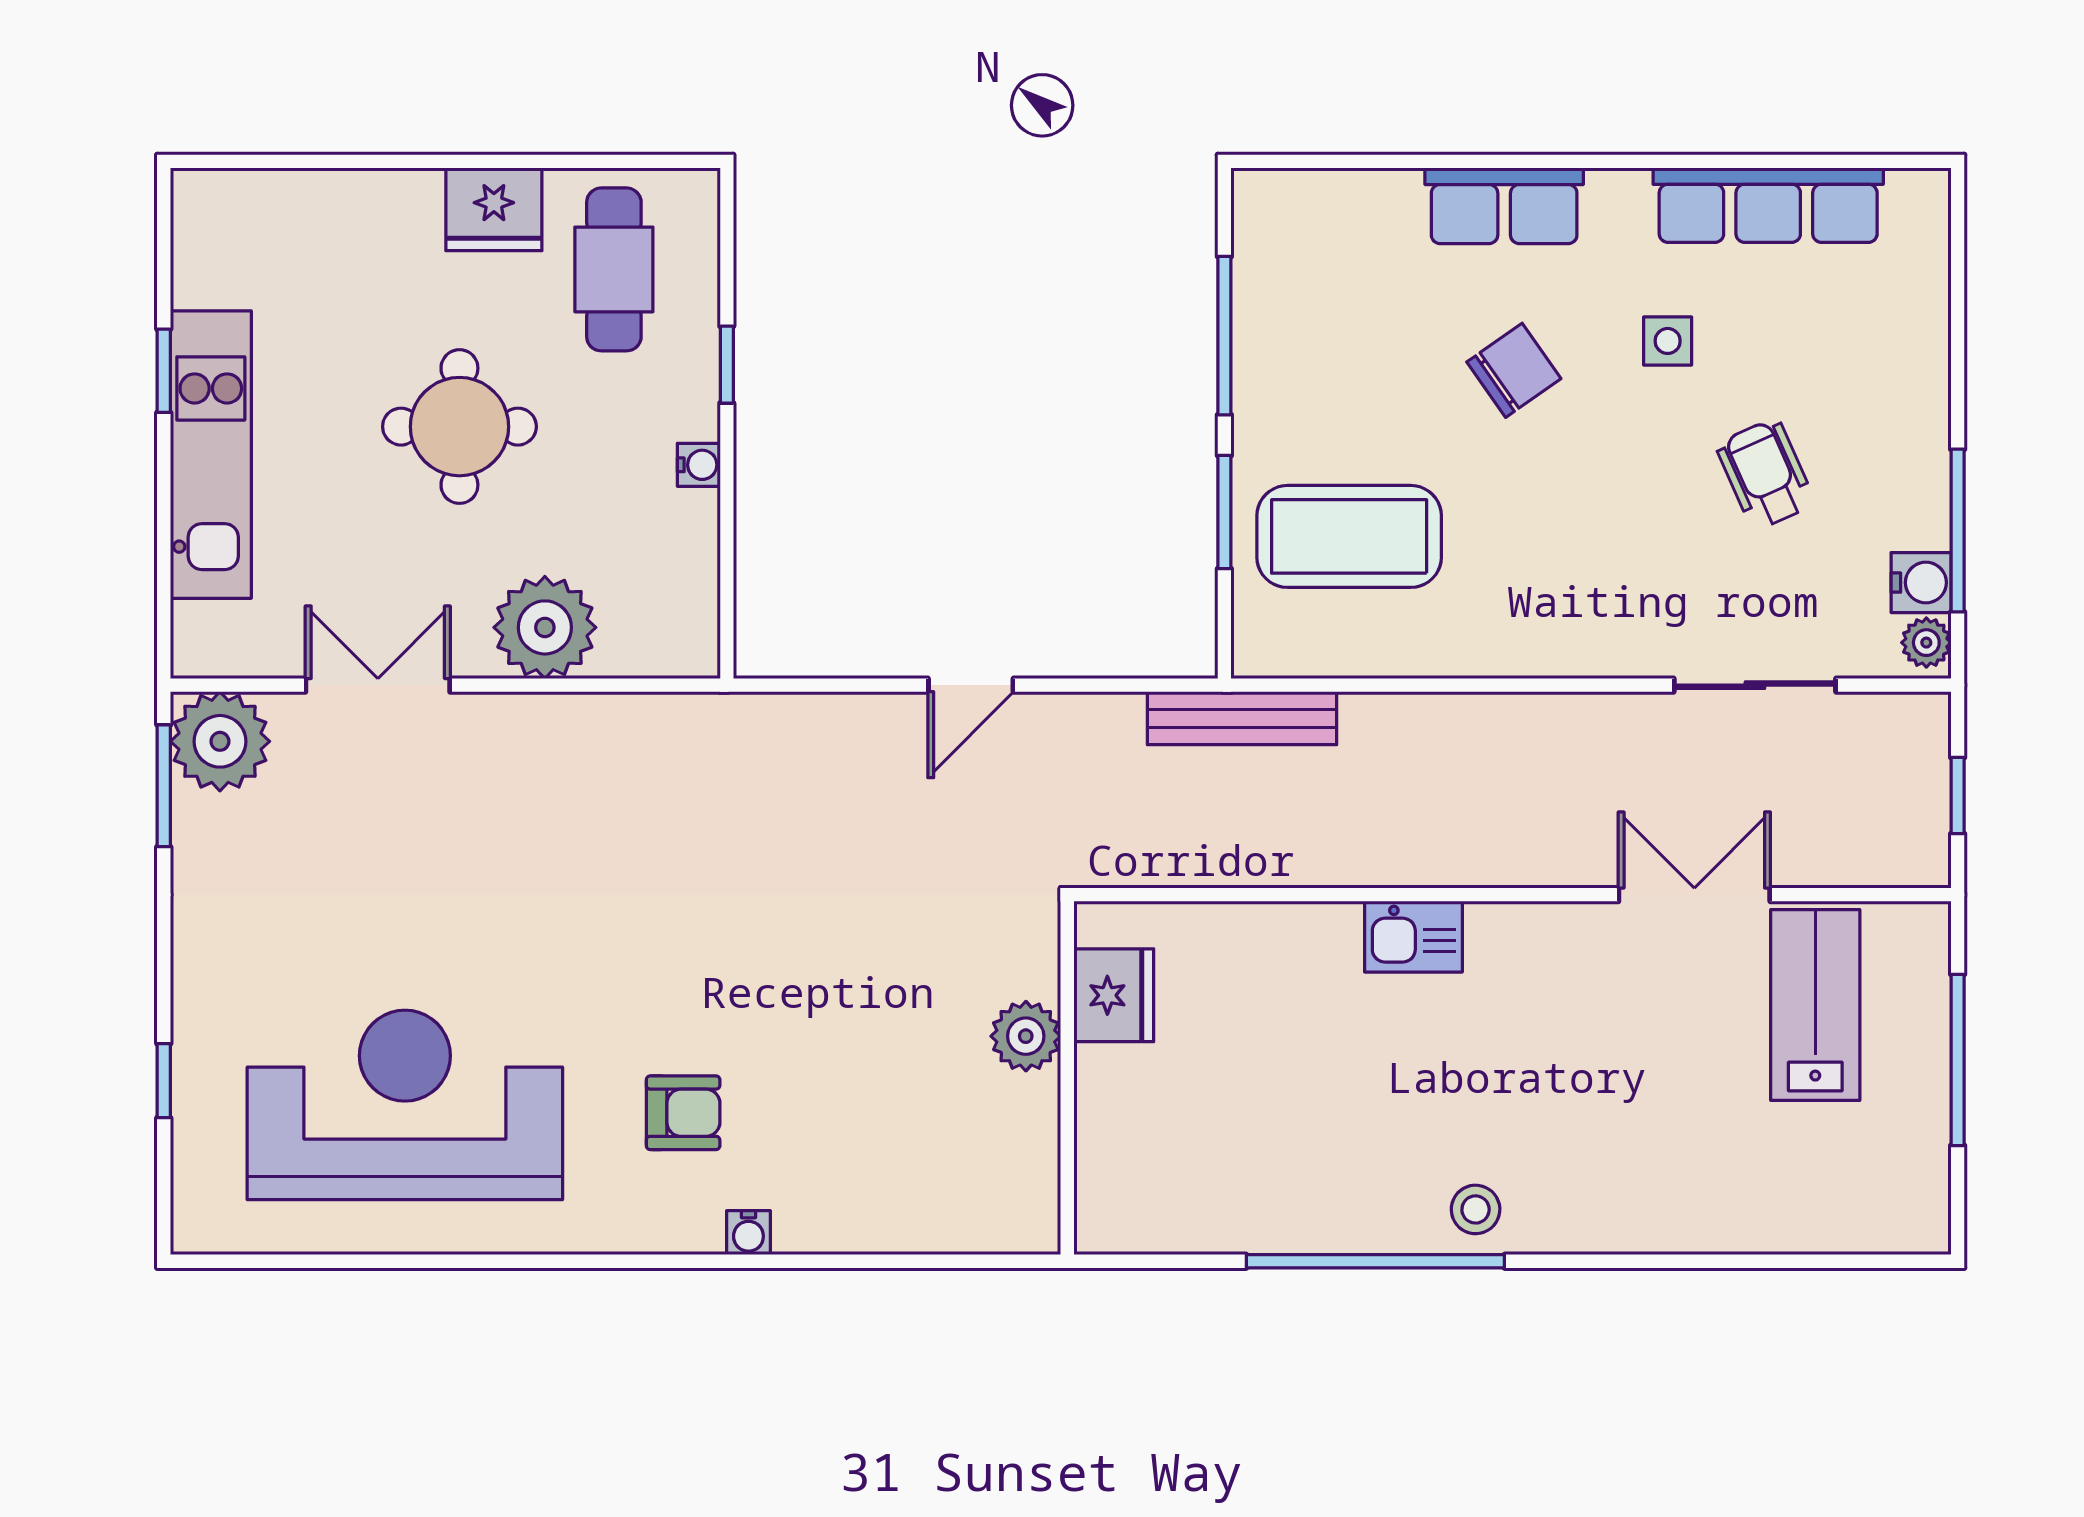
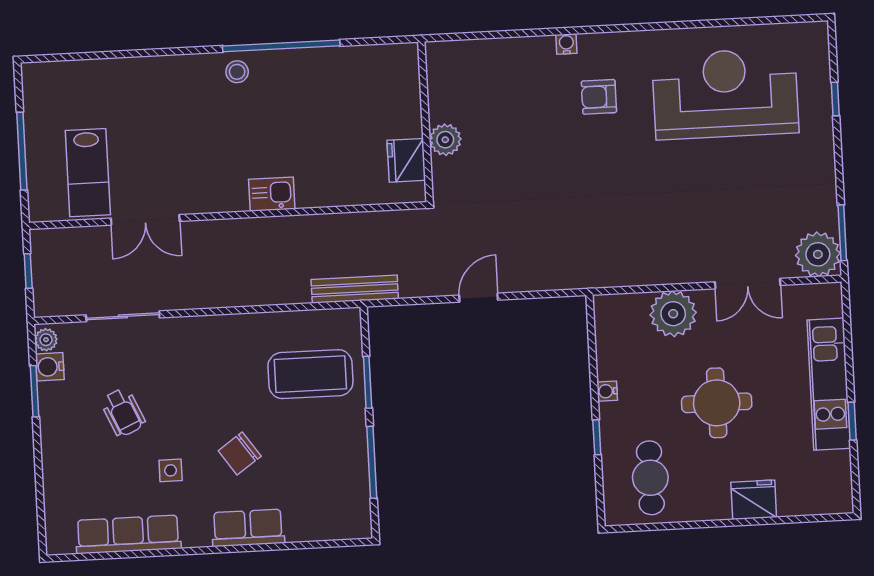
fridge: (494, 209) -> (754, 500), moved
window: (1958, 531) -> (34, 391), width x0.69
reception desk: (405, 1105) -> (725, 94), turned 180

